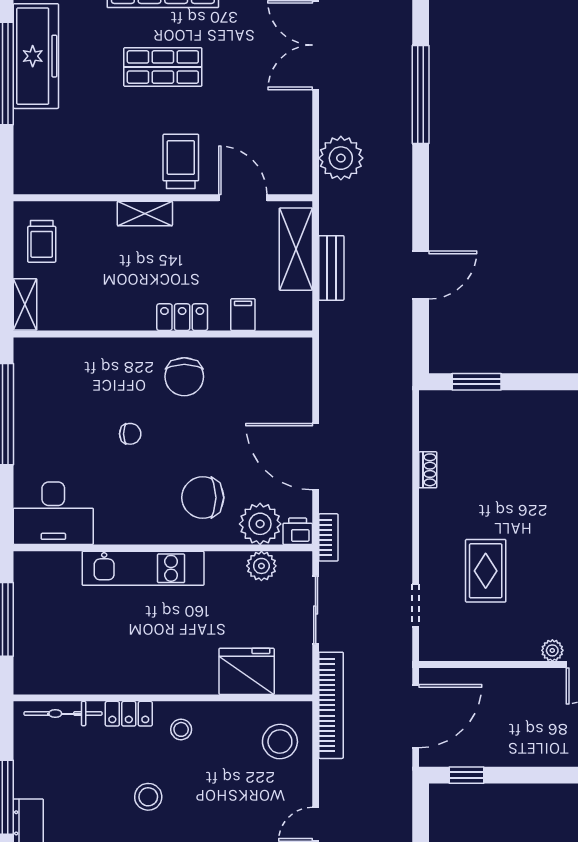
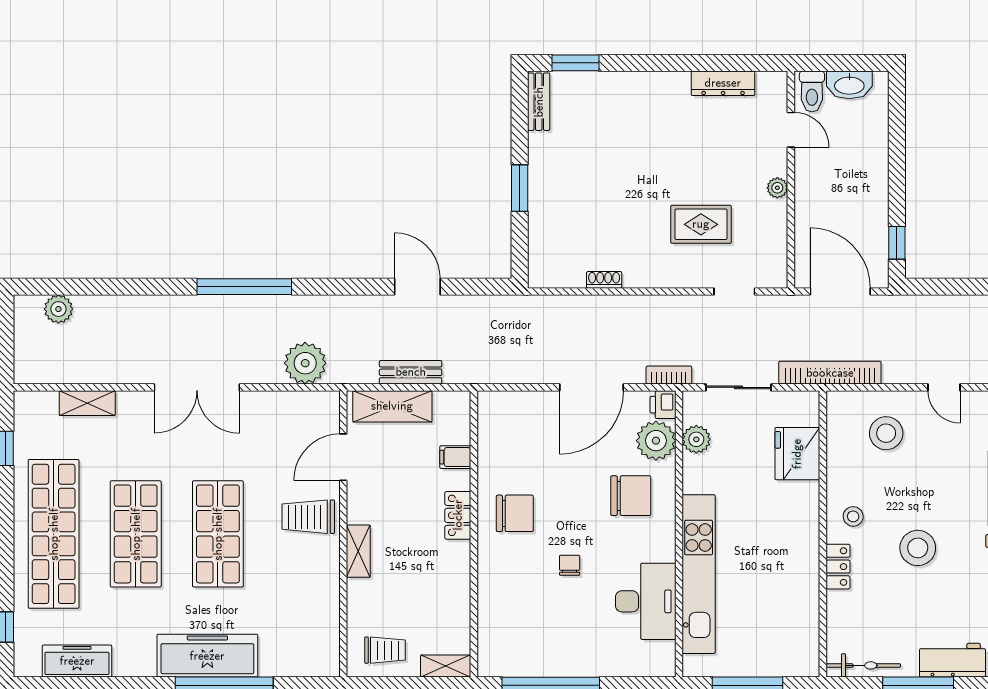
shop shelf: (163, 67) -> (218, 534), width x1.43, depth x1.36
window: (477, 382) -> (520, 188), moved
chair: (203, 498) -> (631, 496), turned -90
desk: (53, 513) -> (646, 601), moved
kitchen unit: (143, 568) -> (699, 574), width x1.36
plant: (552, 650) -> (777, 188), moved
bicycle: (63, 714) -> (863, 665), moved, turned -90
stool: (280, 742) -> (886, 433), moved
stool: (148, 797) -> (918, 548), width x1.38, depth x1.38

